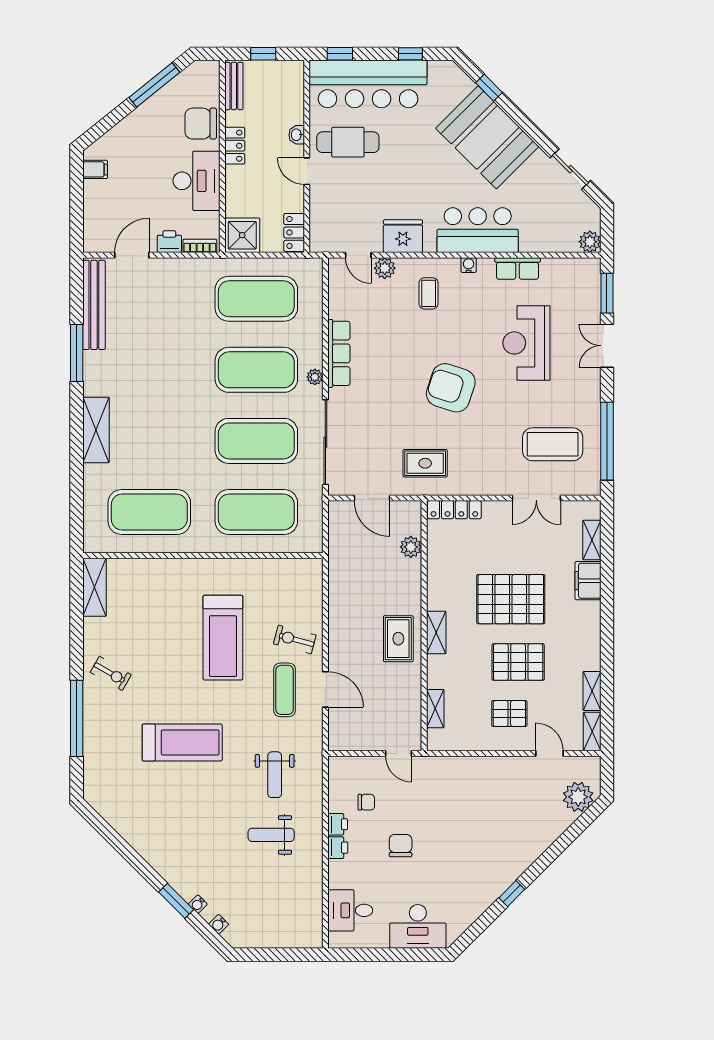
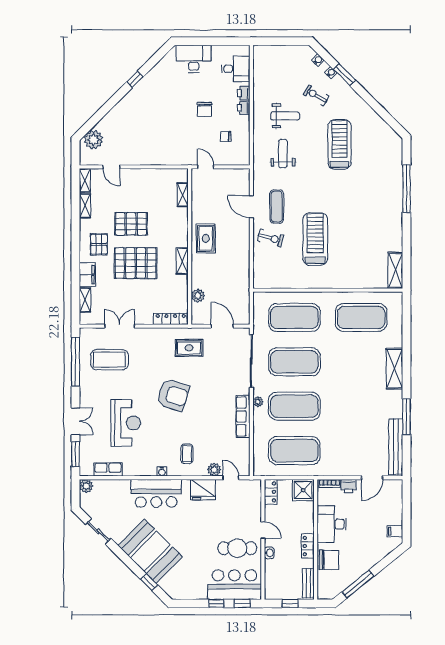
window: (410, 54) -> (216, 603), moved
bar counter: (368, 84) -> (234, 585), width x0.73
row of seats: (518, 268) -> (108, 469), moved
shelving: (436, 633) -> (182, 261), moved
exercise bike: (111, 673) -> (316, 95), moved
pallet: (509, 714) -> (99, 244), moved, turned 90
treadmill: (182, 742) -> (340, 144), moved, turned 90
printer: (338, 824) -> (244, 93), moved

